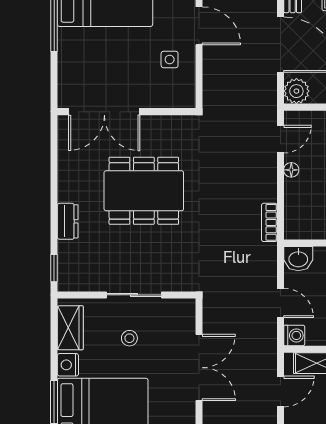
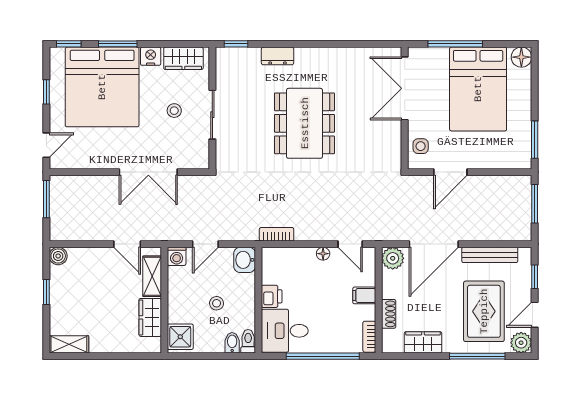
double door: (104, 112) -> (405, 88), moved
wall: (126, 112) -> (405, 108), moved

